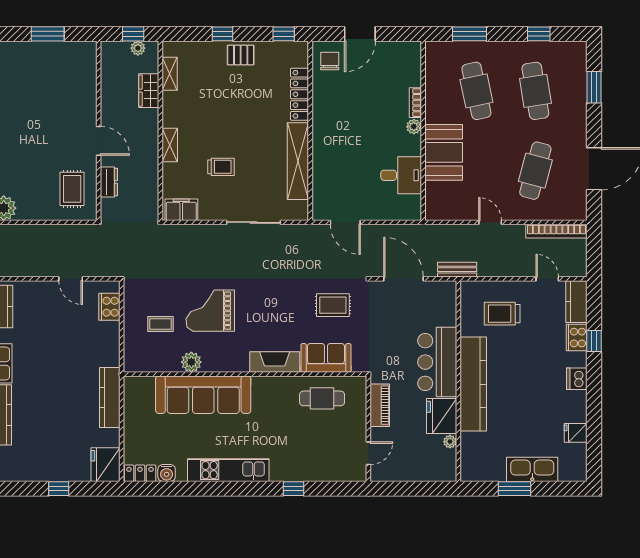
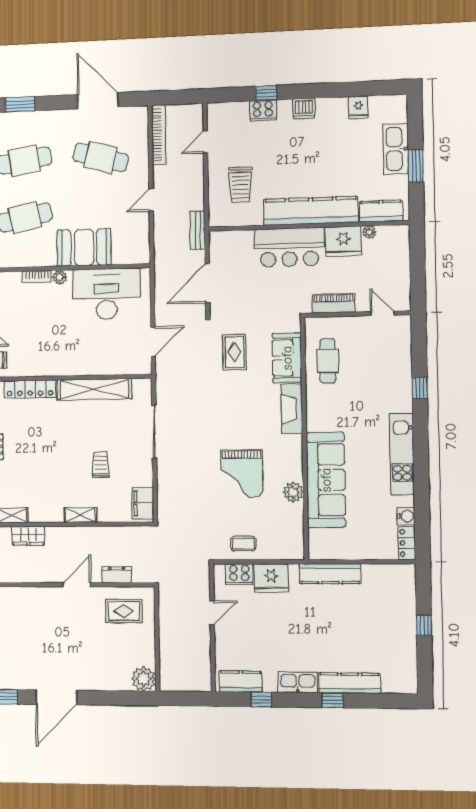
desk: (401, 175) -> (107, 294), width x1.87, depth x1.30
kitchen counter: (576, 302) -> (381, 211), moved, turned 180
coffee table: (161, 324) -> (243, 544), moved, turned 90
fridge: (105, 465) -> (271, 578), moved

